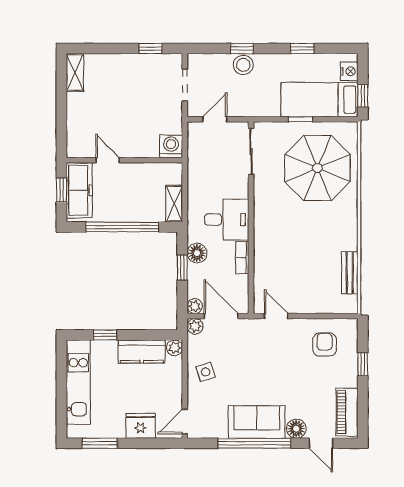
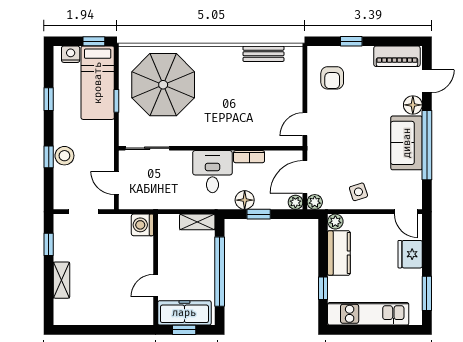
shelving: (75, 72) -> (62, 280), moved, turned 90
armchair: (325, 344) -> (332, 78), turned -90

